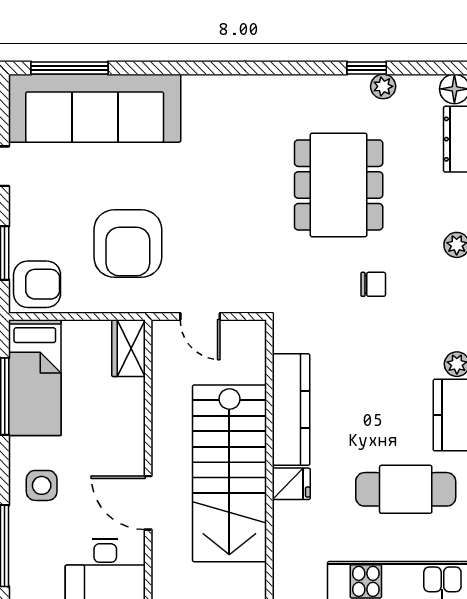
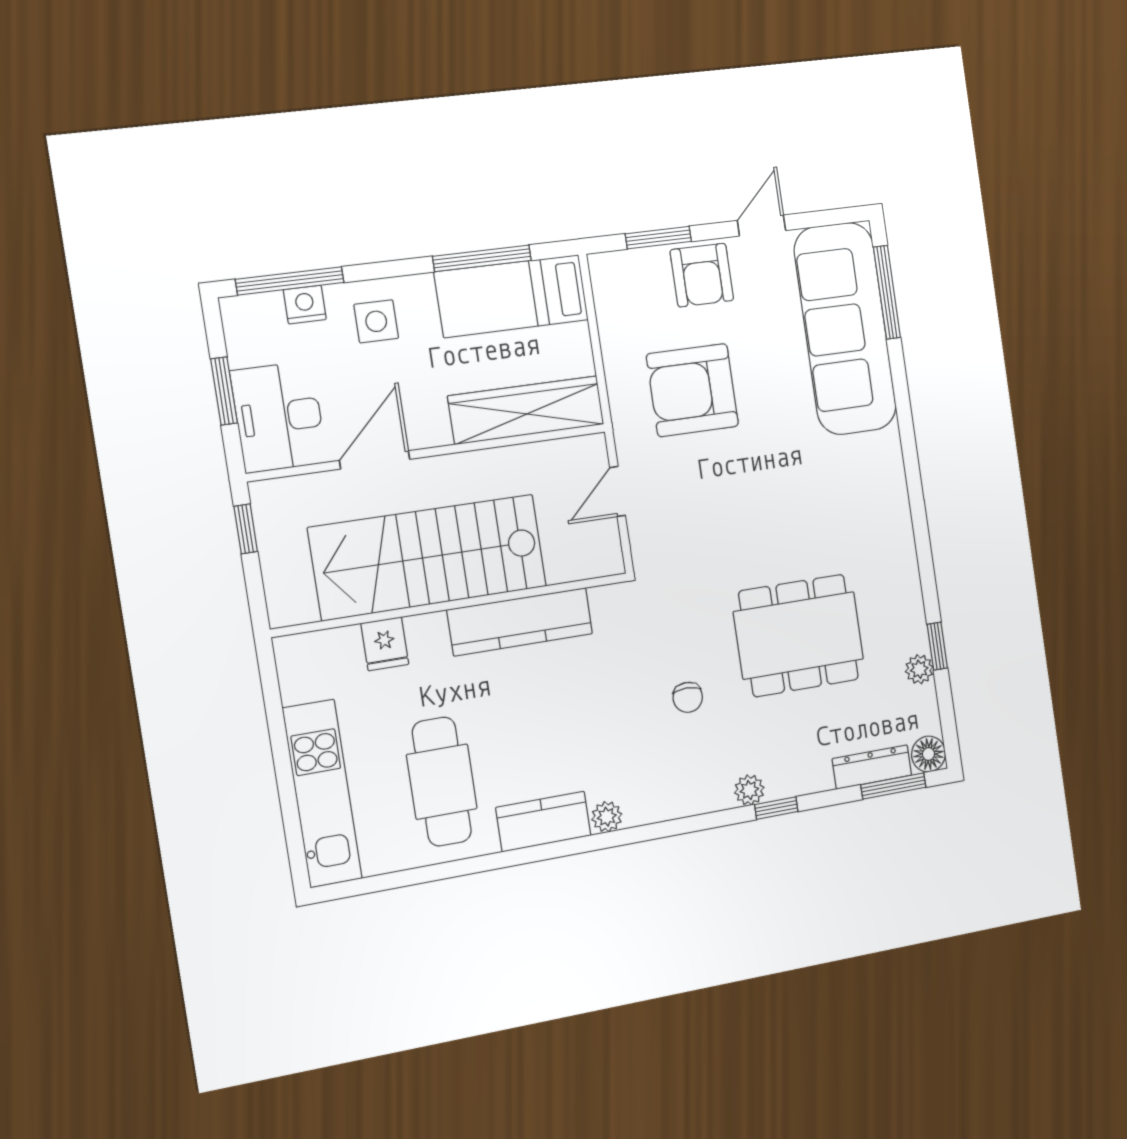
armchair: (37, 284) -> (702, 275), moved
wardrobe: (129, 348) -> (526, 410), width x2.10, depth x1.17
fridge: (291, 484) -> (385, 644), moved
nightstand: (22, 537) -> (305, 305), added

